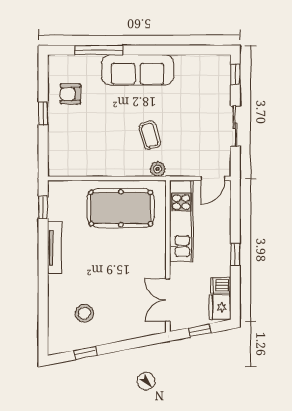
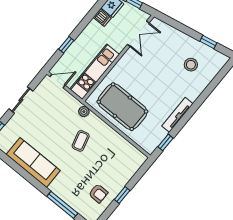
sofa: (138, 70) -> (33, 162), moved
coffee table: (150, 135) -> (81, 141), moved
window: (235, 254) -> (66, 45), moved

